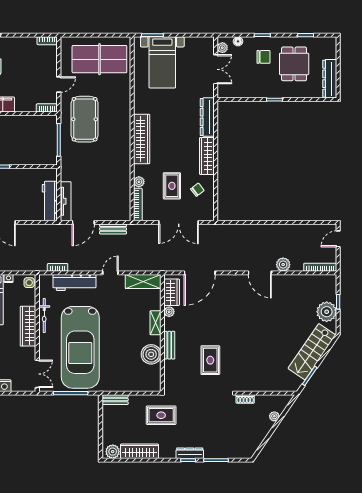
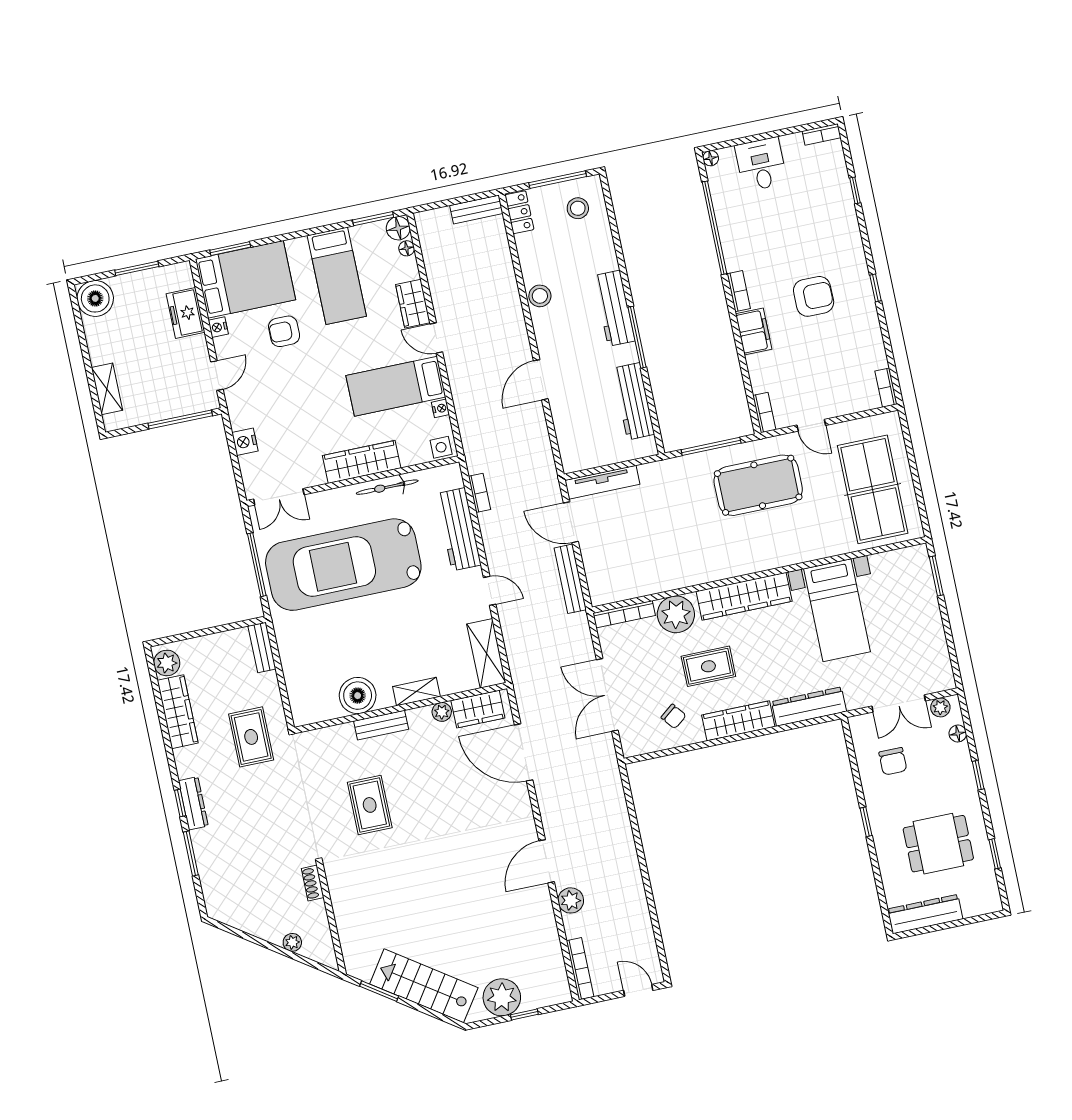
chair: (264, 57) -> (893, 761), moved
bed with nightstands: (162, 62) -> (837, 610), moved, turned -90
plant: (139, 182) -> (676, 614), width x1.88, depth x1.88
rug: (172, 186) -> (708, 666), moved
workbench: (50, 201) -> (634, 401), moved, turned -90
bench: (113, 229) -> (570, 579), width x1.36
rug: (210, 360) -> (370, 805), turned 90

